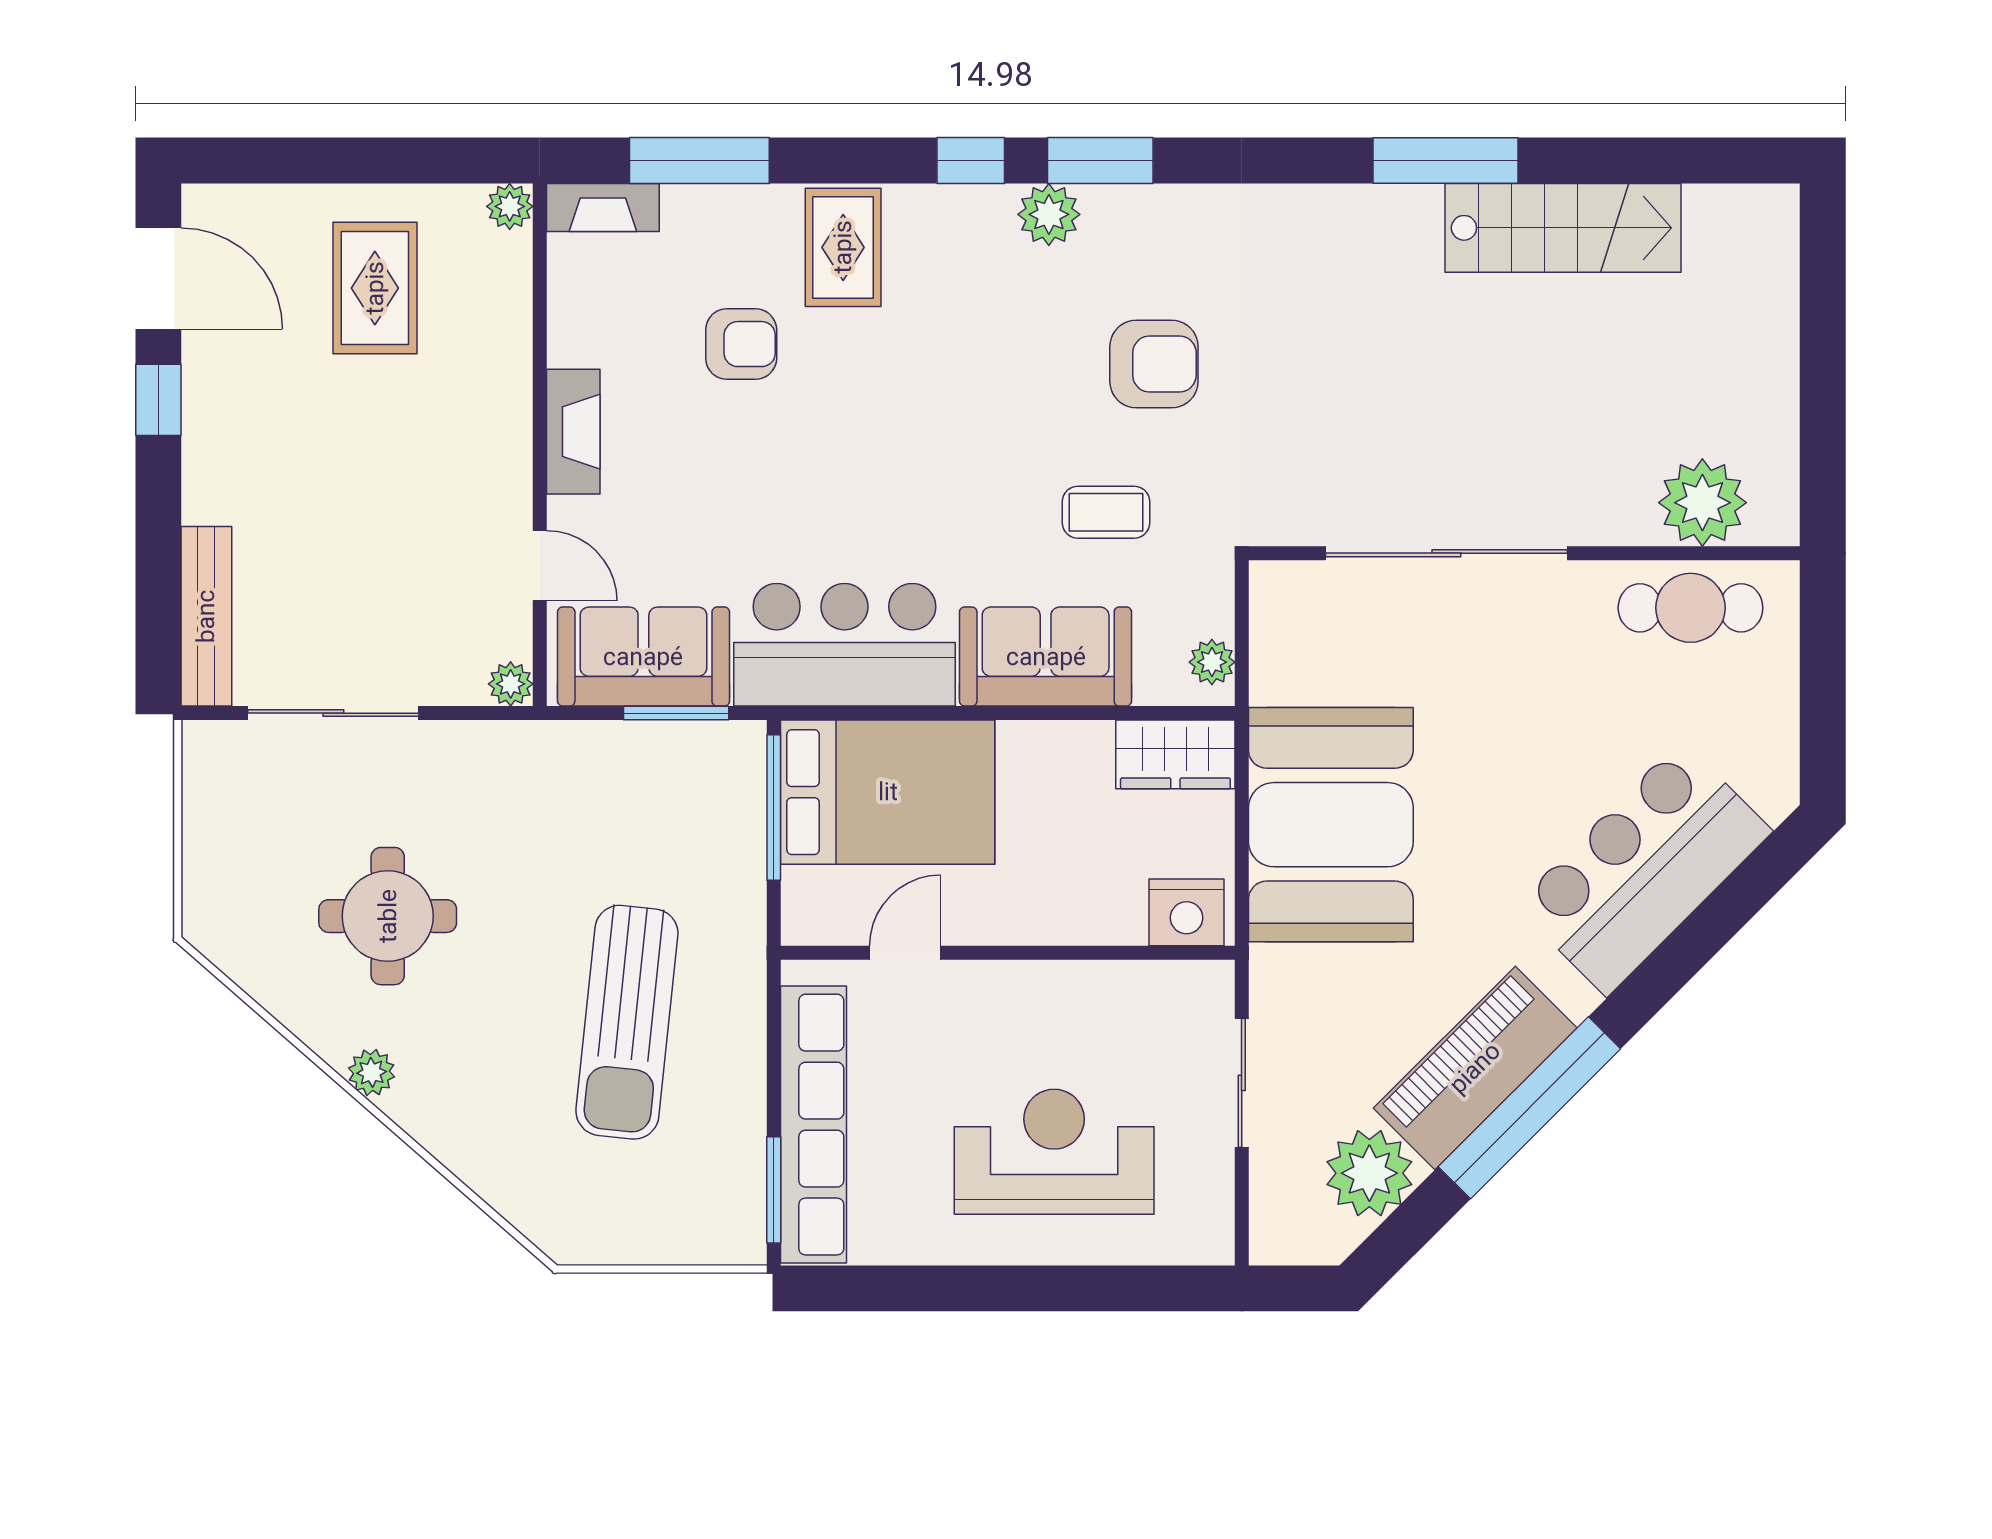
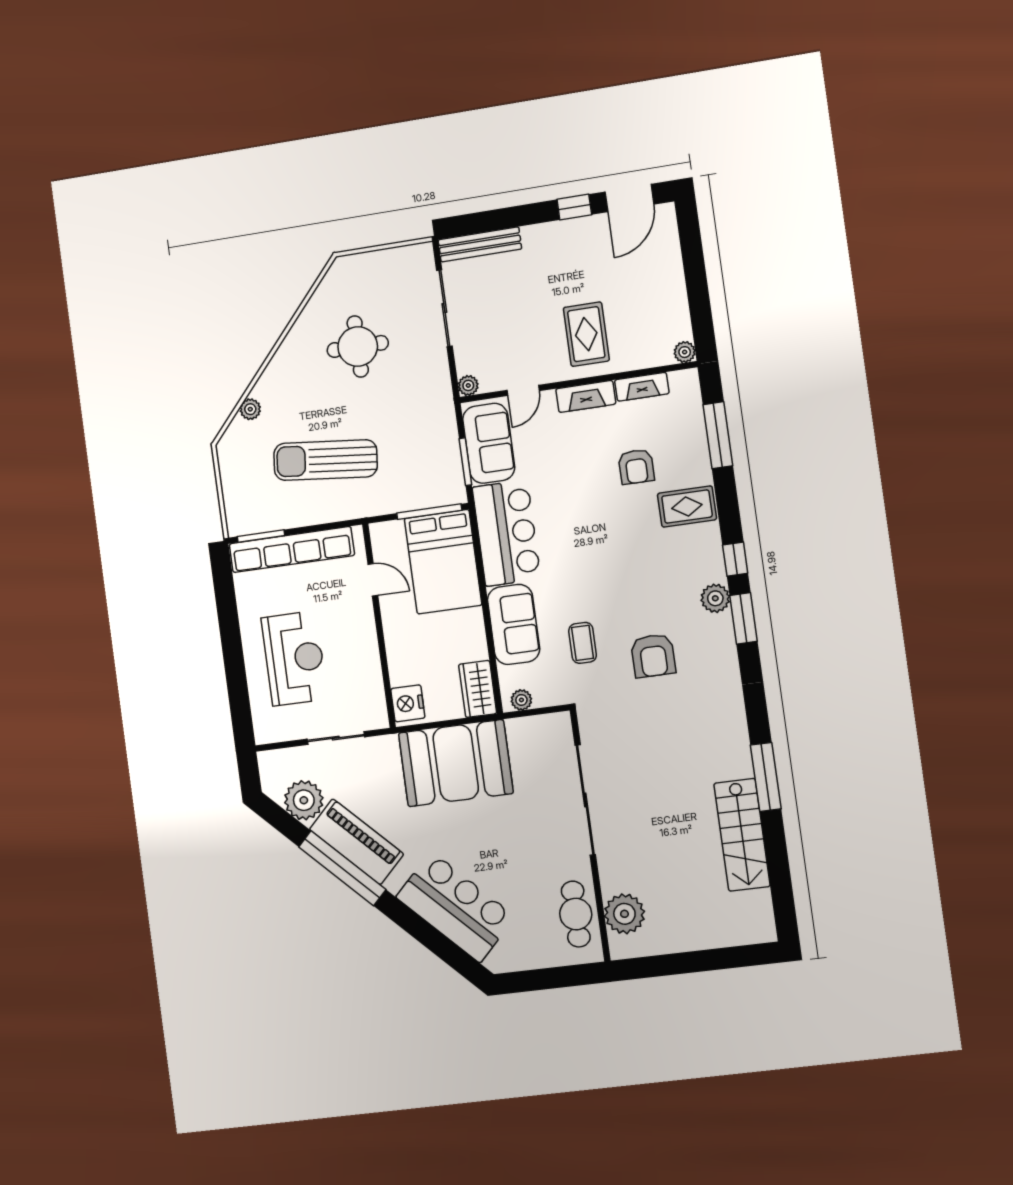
fireplace: (603, 207) -> (642, 387), moved, turned -90
rug: (375, 288) -> (586, 334), moved, turned 90
plant: (372, 1072) -> (250, 409), moved

